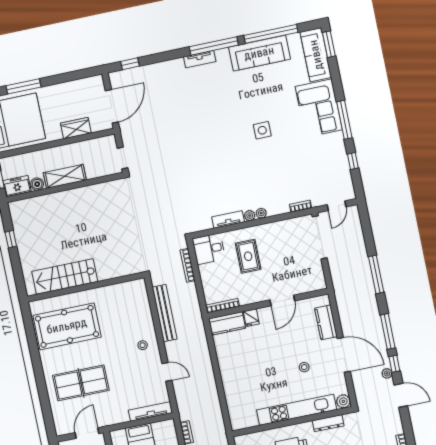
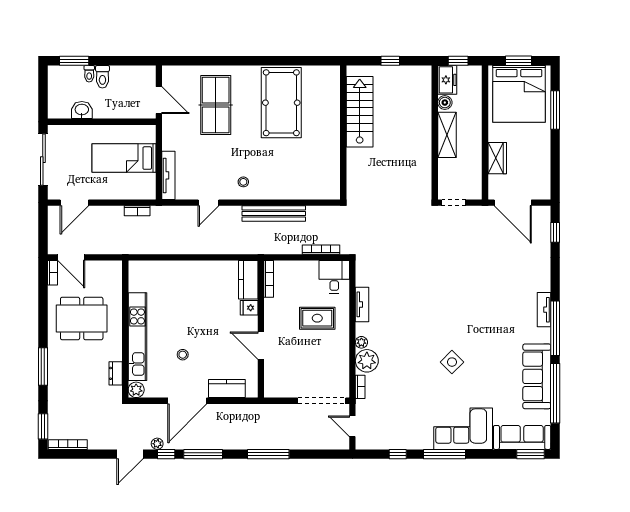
side table: (262, 130) -> (452, 362), turned 45
plant: (250, 216) -> (367, 361), moved, width x1.88, depth x1.88
stairs: (65, 276) -> (360, 112), moved
wall: (86, 287) -> (343, 132), moved
dresser: (328, 423) -> (116, 373), width x0.70

